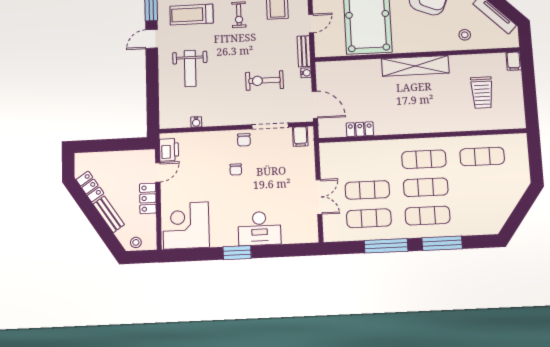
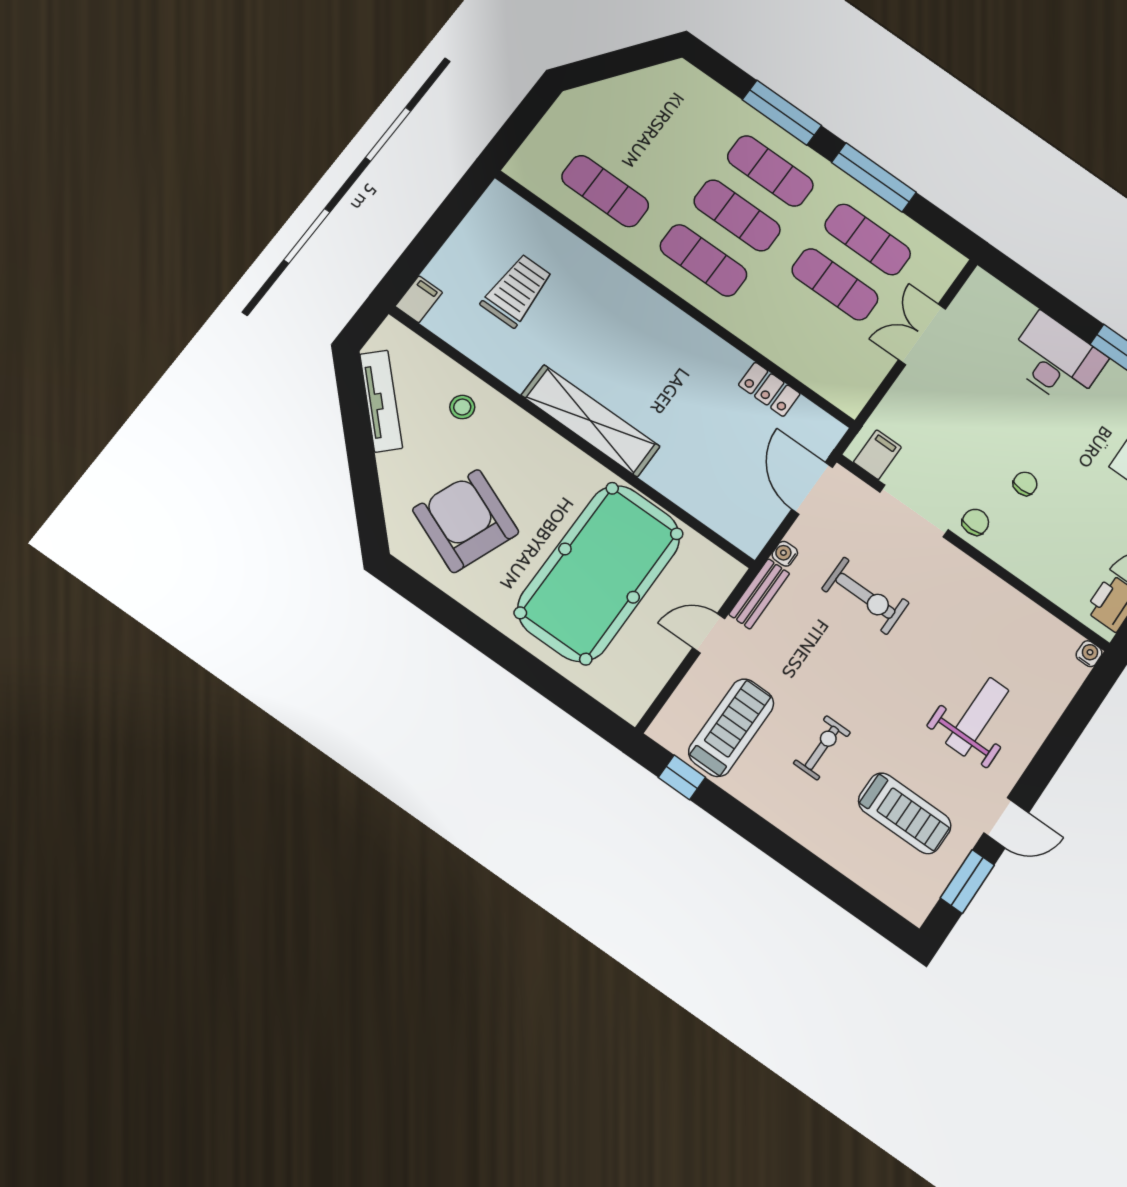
water cooler: (196, 122) -> (1089, 654), moved

